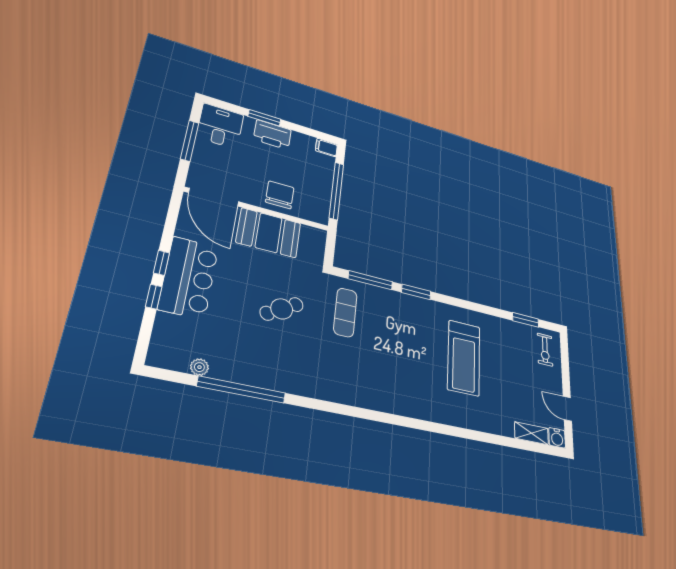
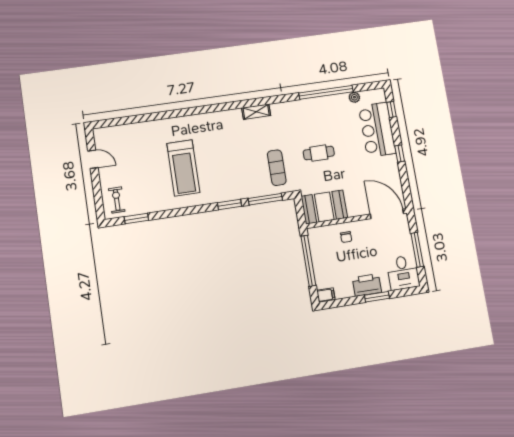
chair: (280, 195) -> (346, 237), width x0.54, depth x0.54
booth: (269, 233) -> (324, 207), moved
bar counter: (189, 277) -> (377, 130), moved
window: (154, 297) -> (392, 109), moved
cafe table: (282, 309) -> (319, 153), turned 31
treadmill: (464, 358) -> (183, 168), turned 180
shelving: (531, 433) -> (256, 112), moved
water cooler: (557, 438) -> (100, 134), removed

